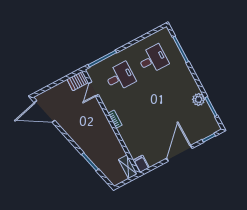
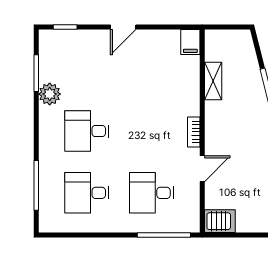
door: (94, 89) -> (202, 169), moved
desk: (170, 91) -> (87, 131), added
door: (179, 153) -> (123, 27), width x0.53
shelving: (128, 167) -> (213, 81), moved

